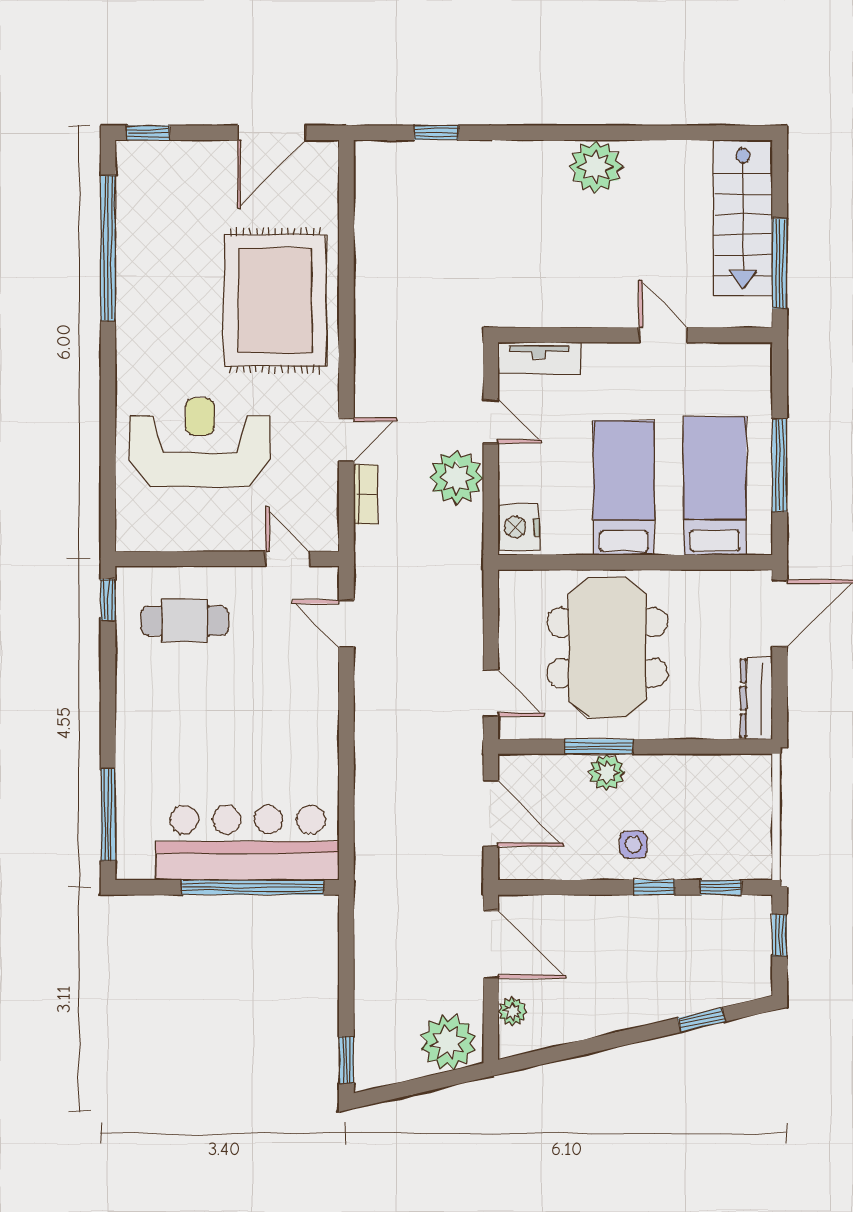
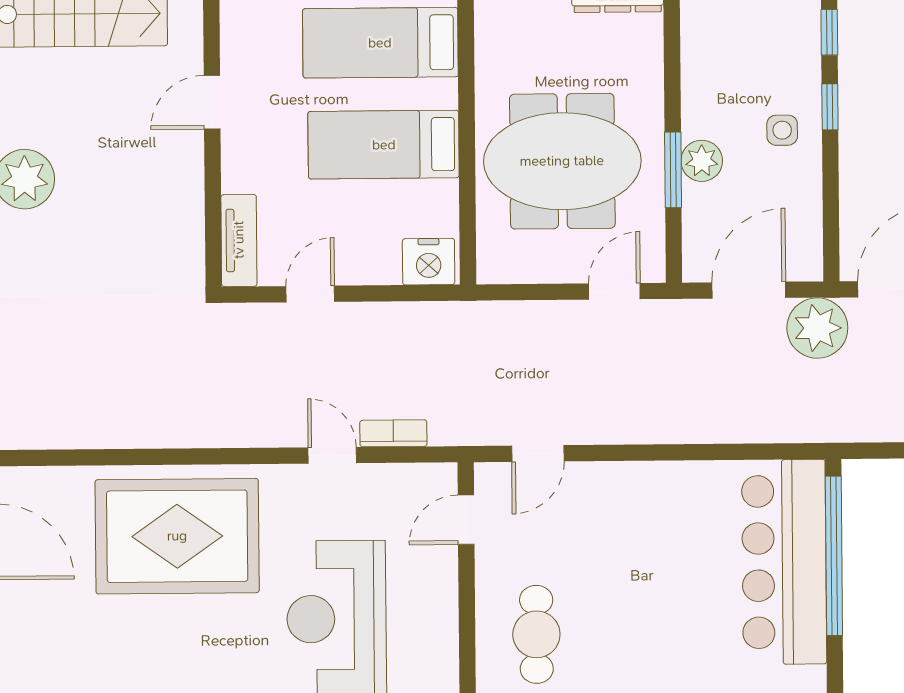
plant: (456, 477) -> (817, 328), moved

